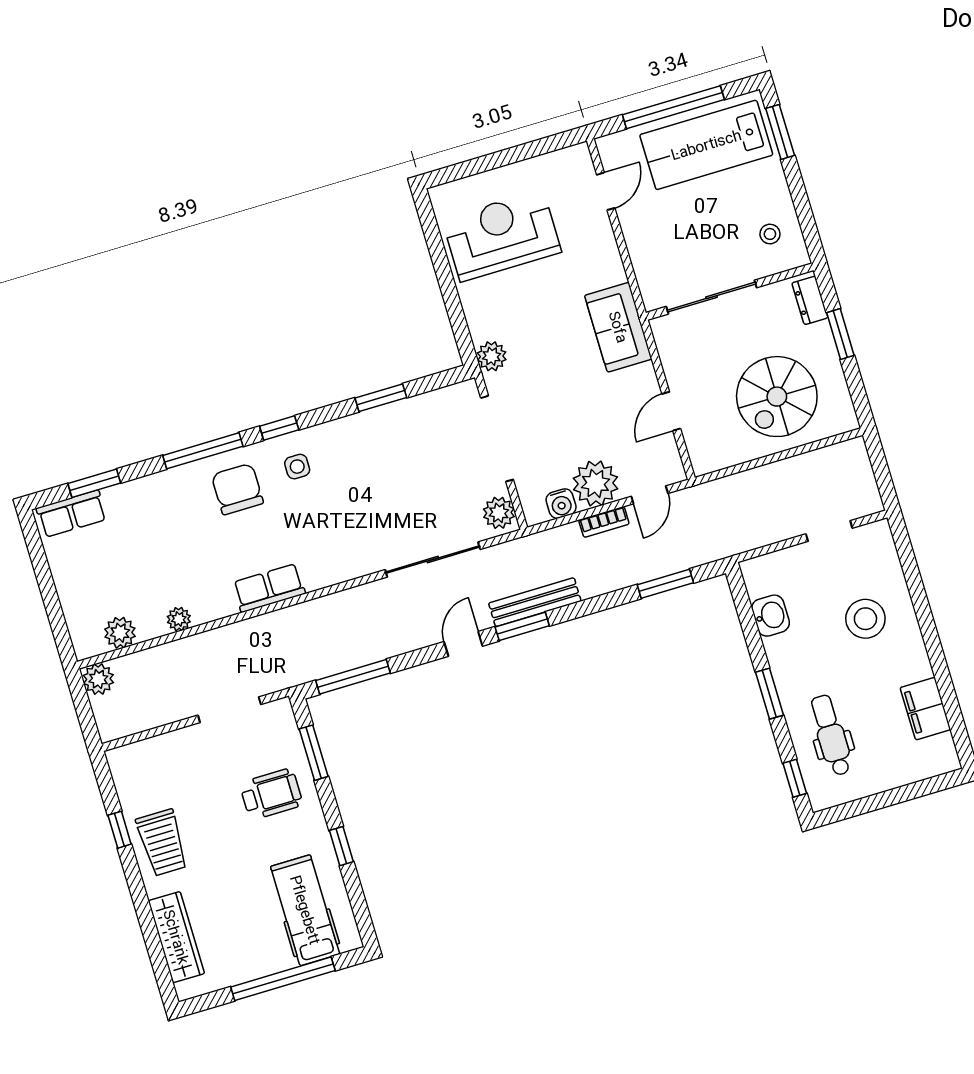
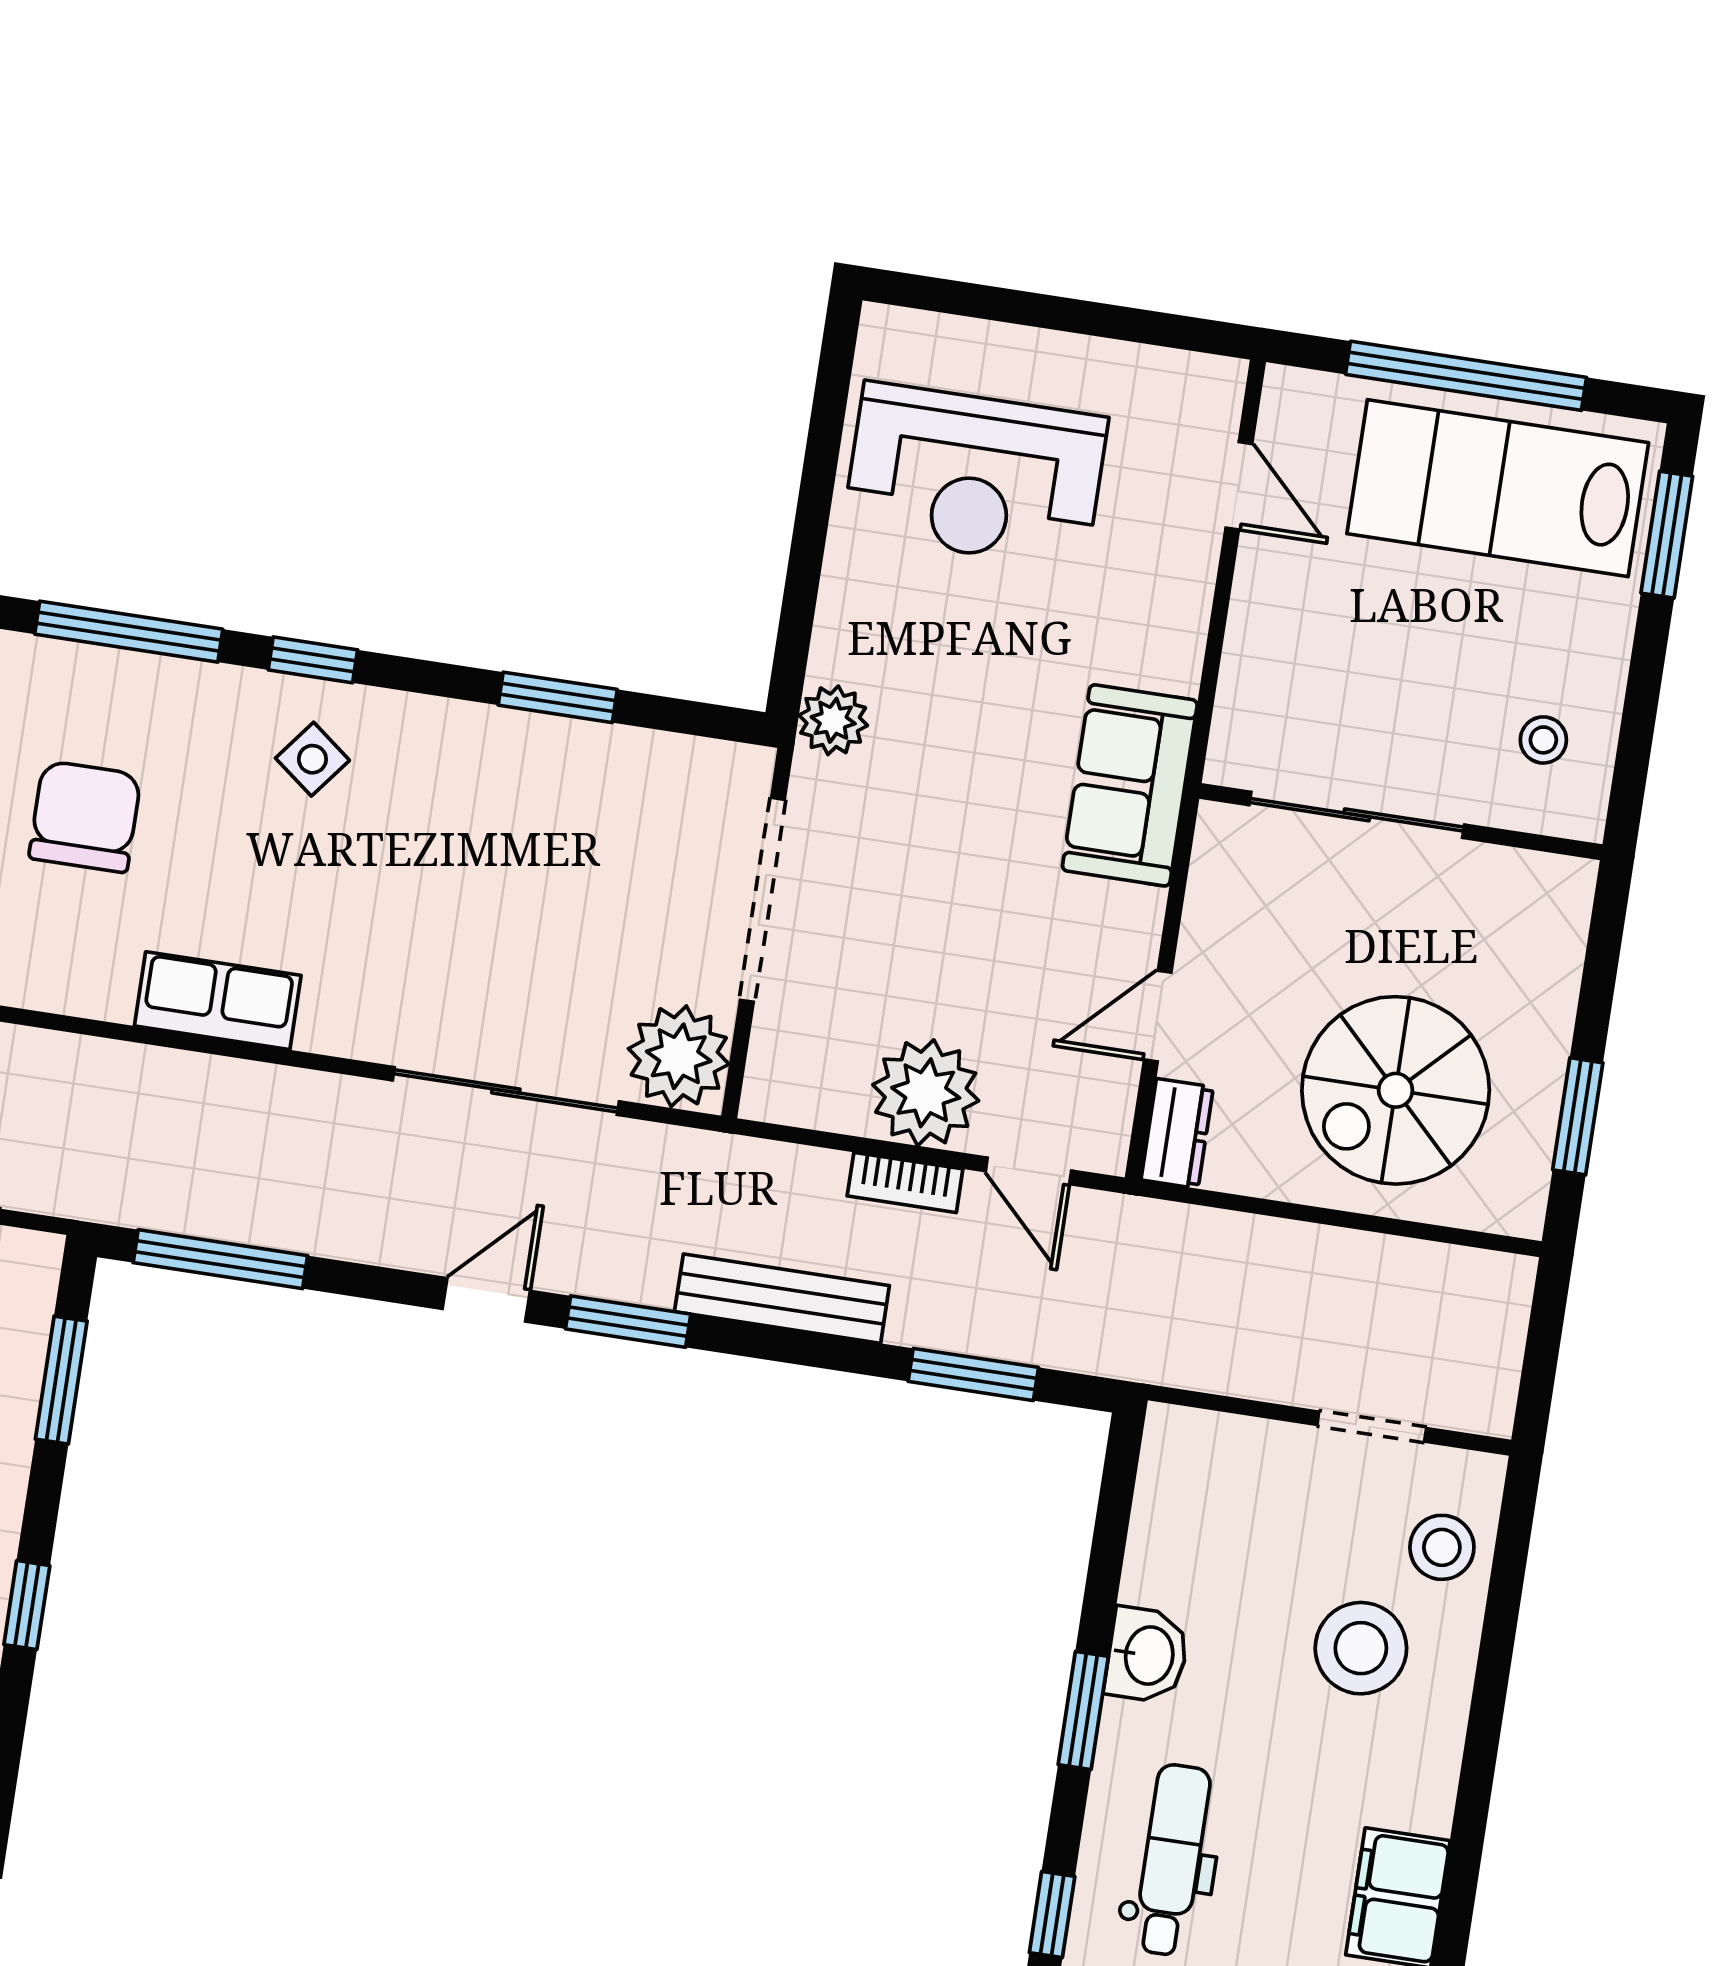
door: (606, 191) -> (1239, 486), hinge flipped
reception desk: (502, 236) -> (975, 476), turned 180
dresser: (810, 300) -> (1177, 1133), moved, turned 180
window: (840, 334) -> (1578, 1116), moved
side table: (297, 467) -> (312, 759), turned 38
chair: (237, 489) -> (85, 817), moved
door: (650, 495) -> (1028, 1171), hinge flipped
water cooler: (561, 504) -> (833, 1101), removed
plant: (499, 513) -> (679, 1056), width x1.36, depth x1.36
stool: (878, 565) -> (1442, 1547), added
row of seats: (269, 588) -> (218, 1001), moved
bench: (535, 602) -> (782, 1299), moved
washbasin: (771, 616) -> (1147, 1655), moved

